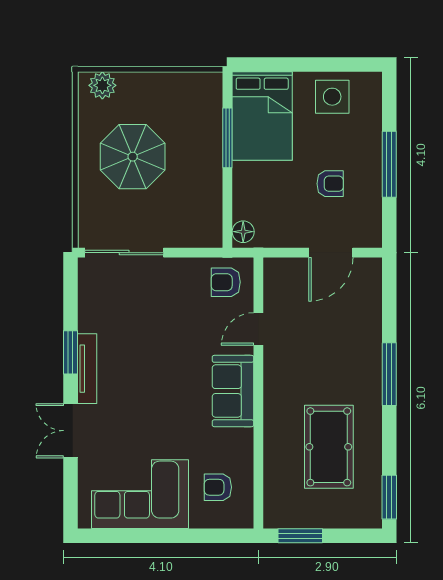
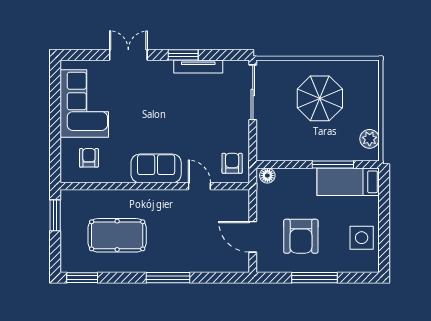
plant: (102, 85) -> (370, 139), moved
bed: (262, 116) -> (348, 182), width x0.67
armchair: (330, 184) -> (301, 236), width x1.88, depth x1.88
tv unit: (87, 369) -> (198, 67), moved

